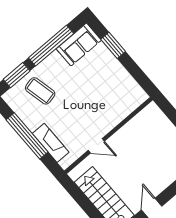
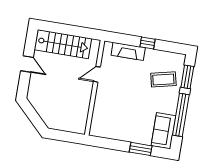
window: (27, 136) -> (148, 43), width x0.32

